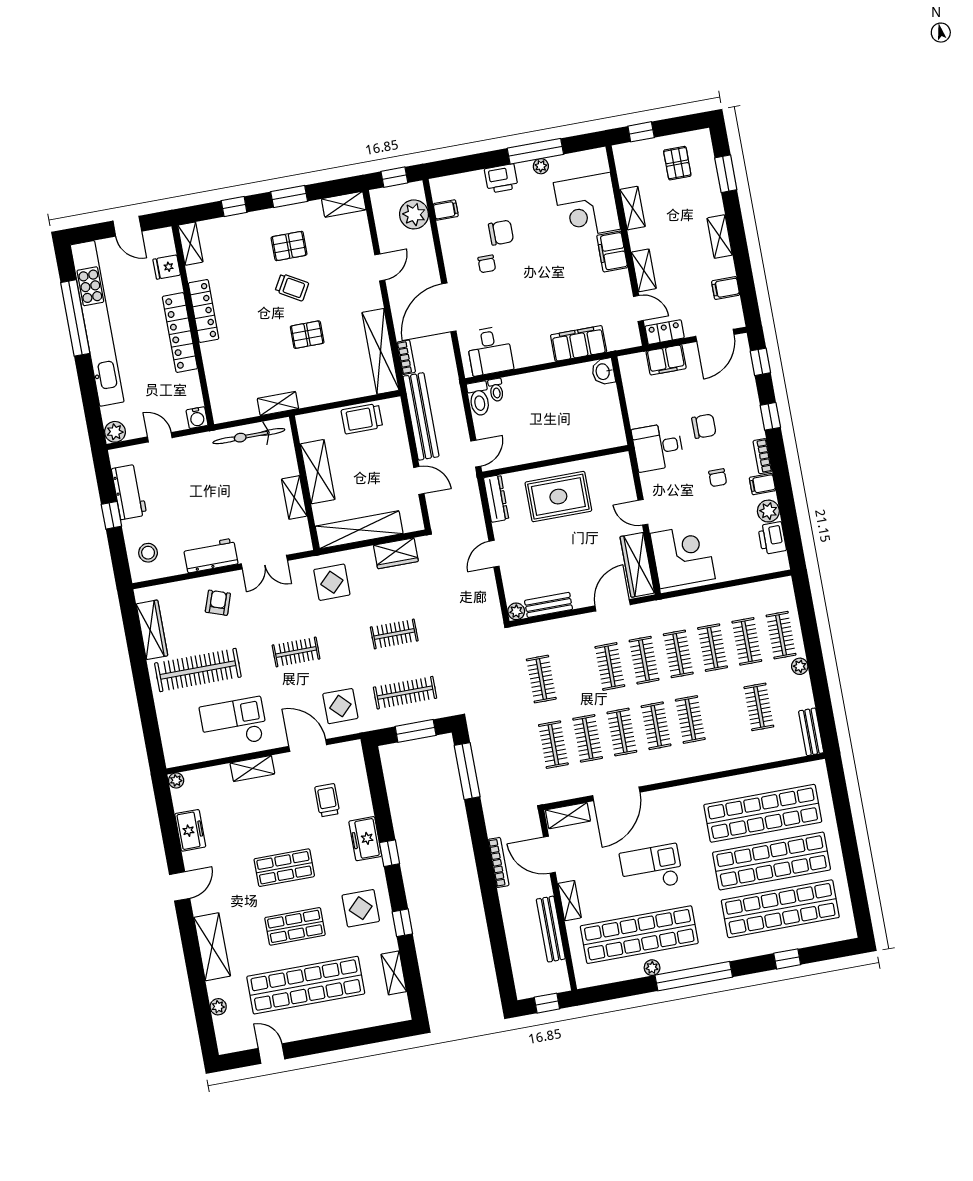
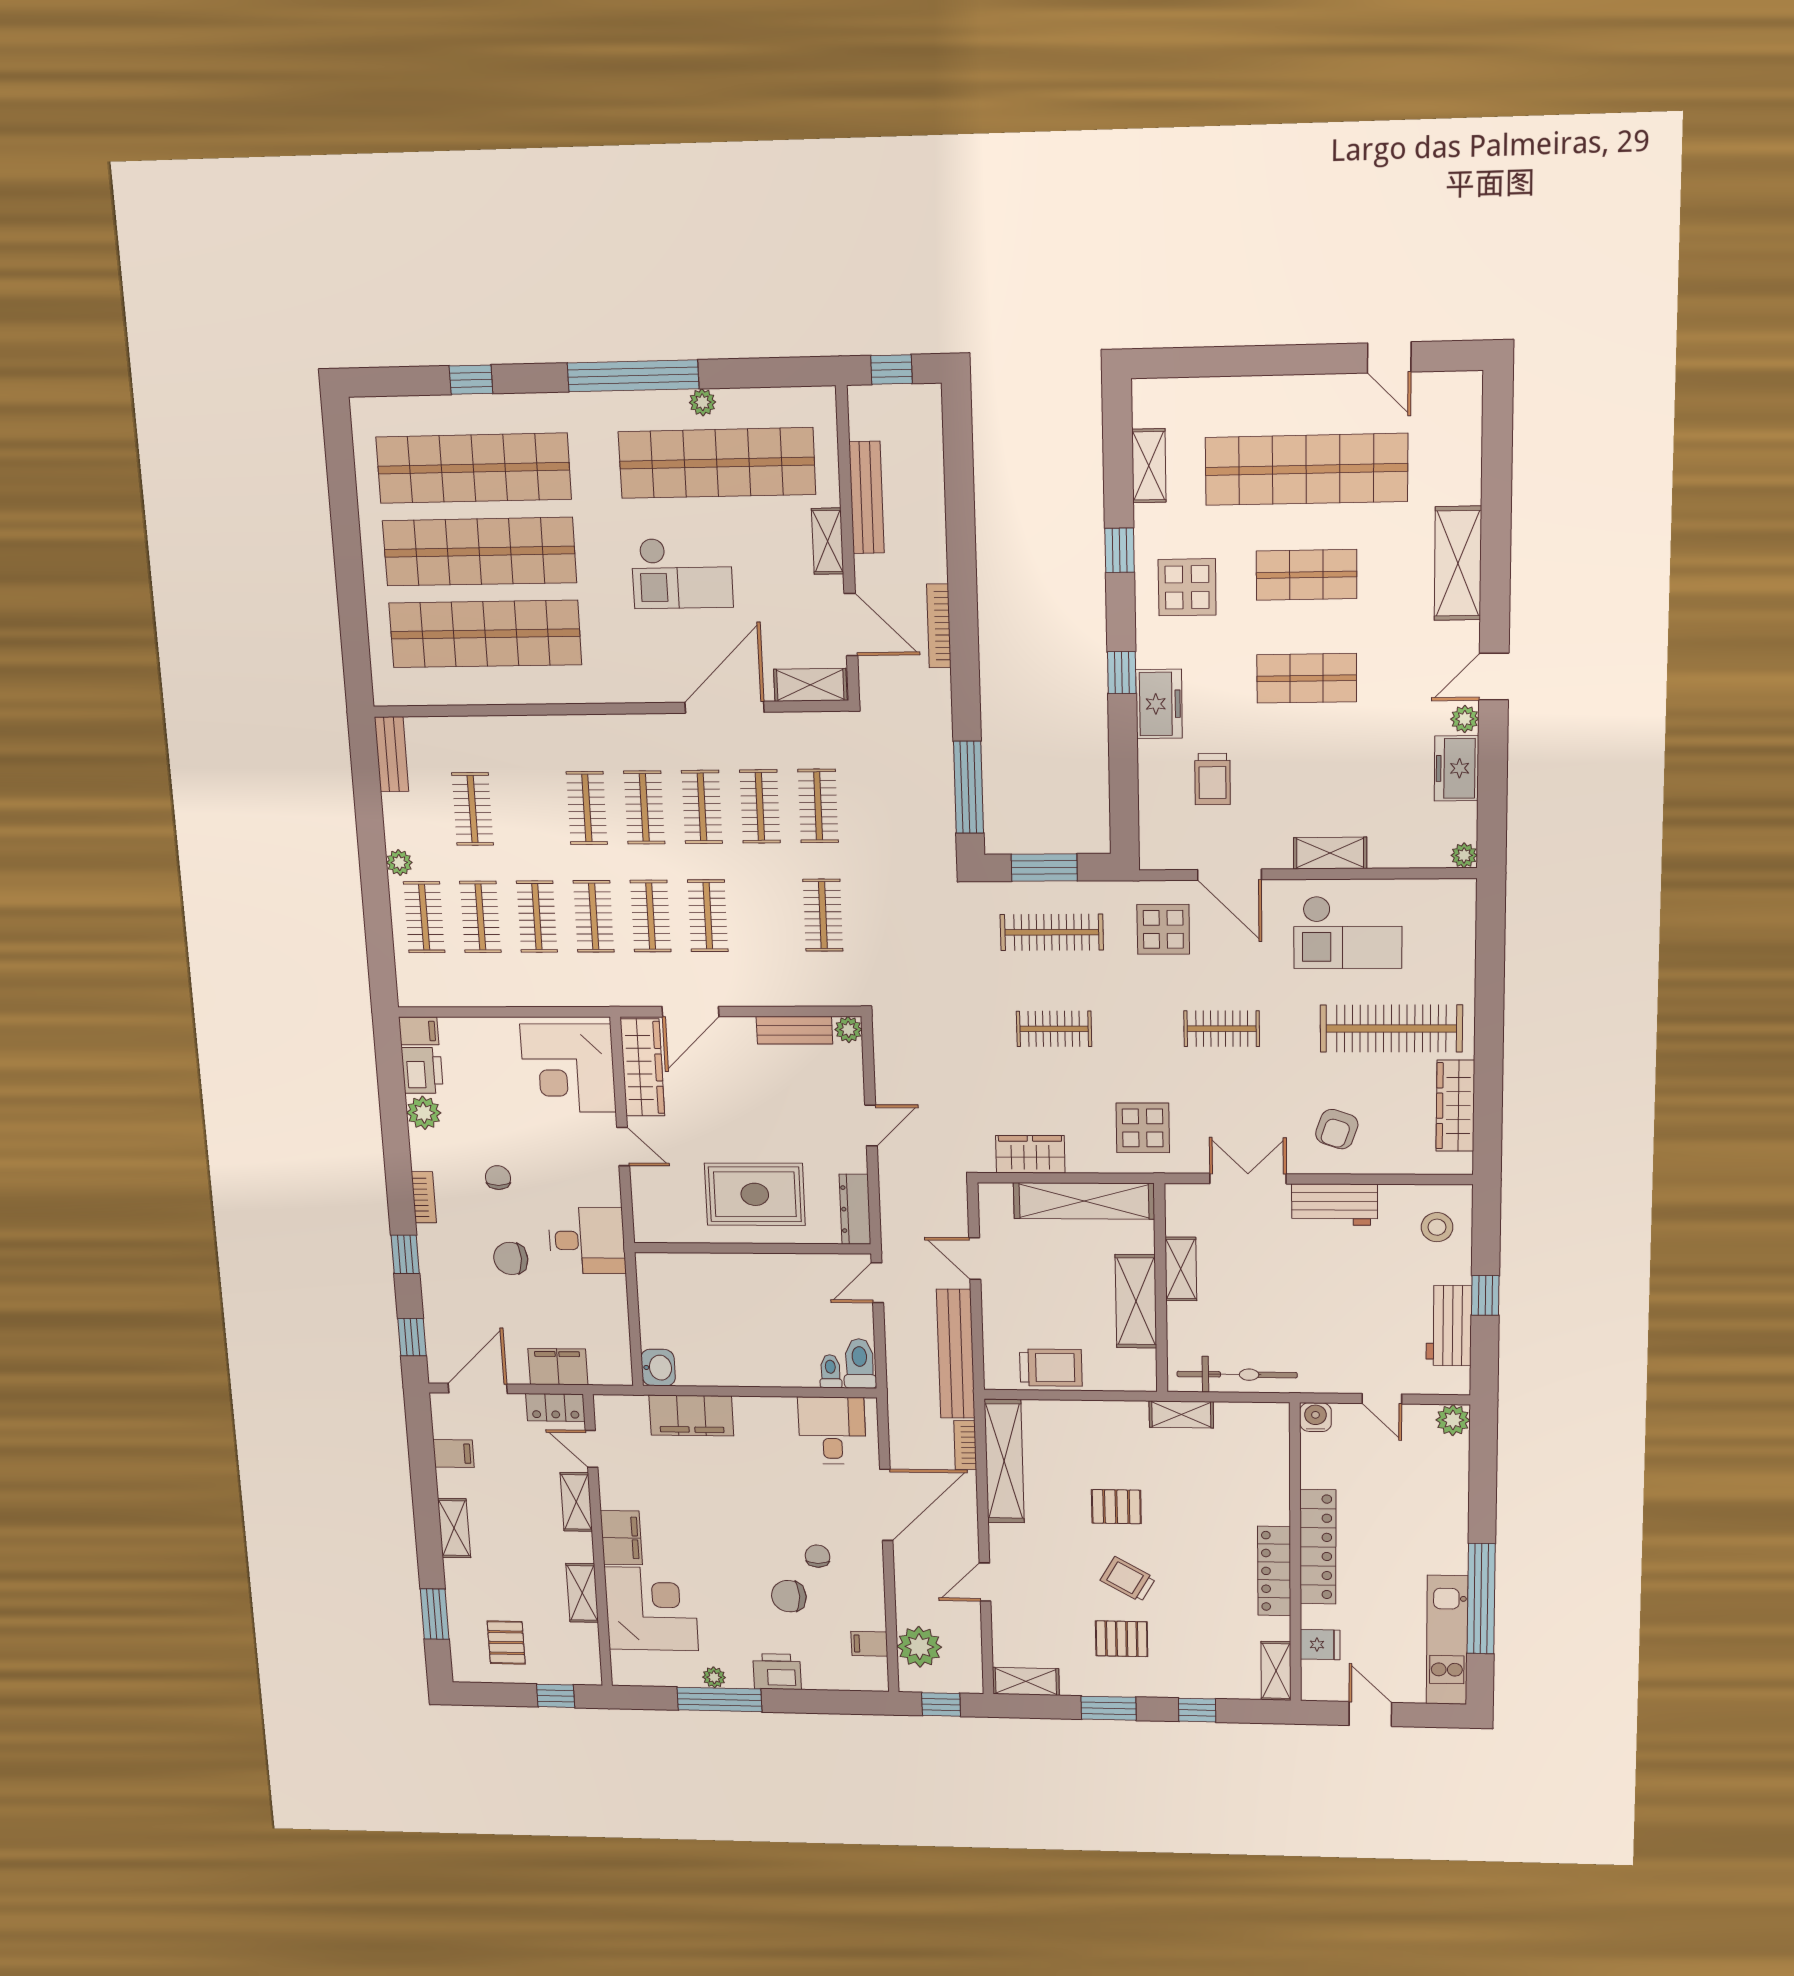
kitchen unit: (97, 323) -> (1447, 1640), width x0.54
filing cabinet: (762, 484) -> (419, 1031), moved
plant: (218, 1007) -> (1465, 719), moved

